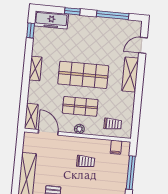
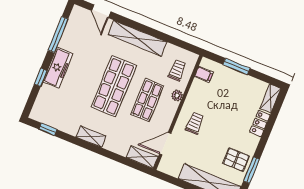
freezer: (51, 20) -> (58, 68), moved
shelving: (130, 75) -> (137, 38), width x1.47
plant: (79, 129) -> (177, 95), moved
trolley: (86, 162) -> (195, 123), moved
window: (131, 173) -> (236, 66), width x0.69

